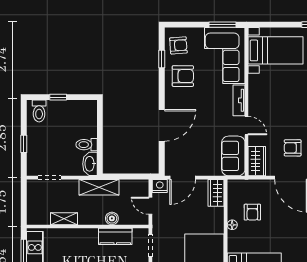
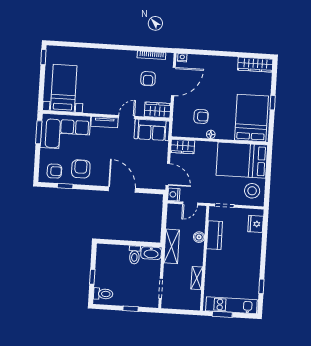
armchair: (178, 45) -> (54, 171), turned 94

